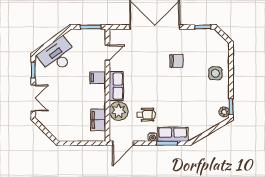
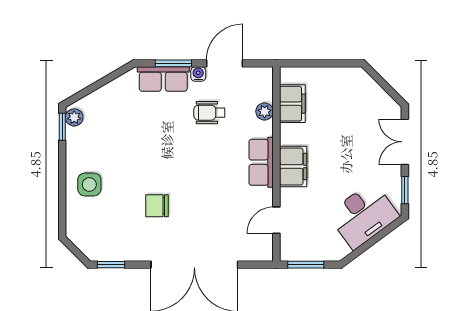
filing cabinet: (98, 78) -> (293, 166), width x2.00
plant: (119, 111) -> (265, 111), width x0.53, depth x0.53
door: (123, 143) -> (225, 63), moved

